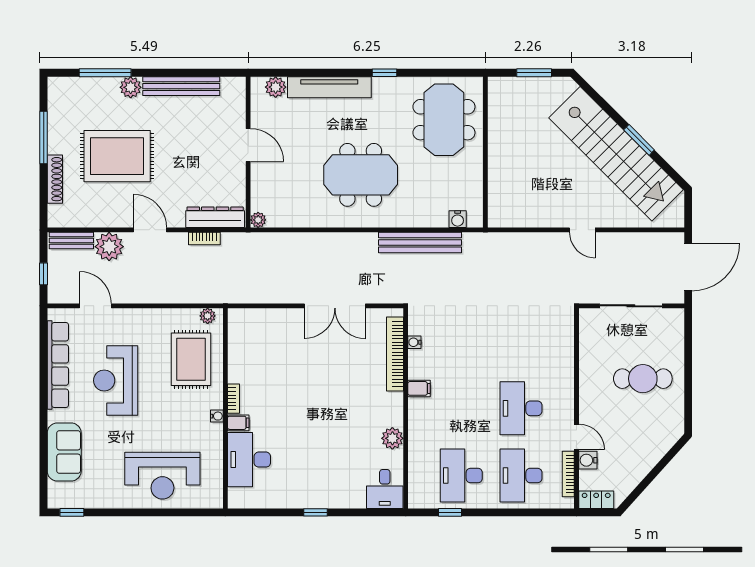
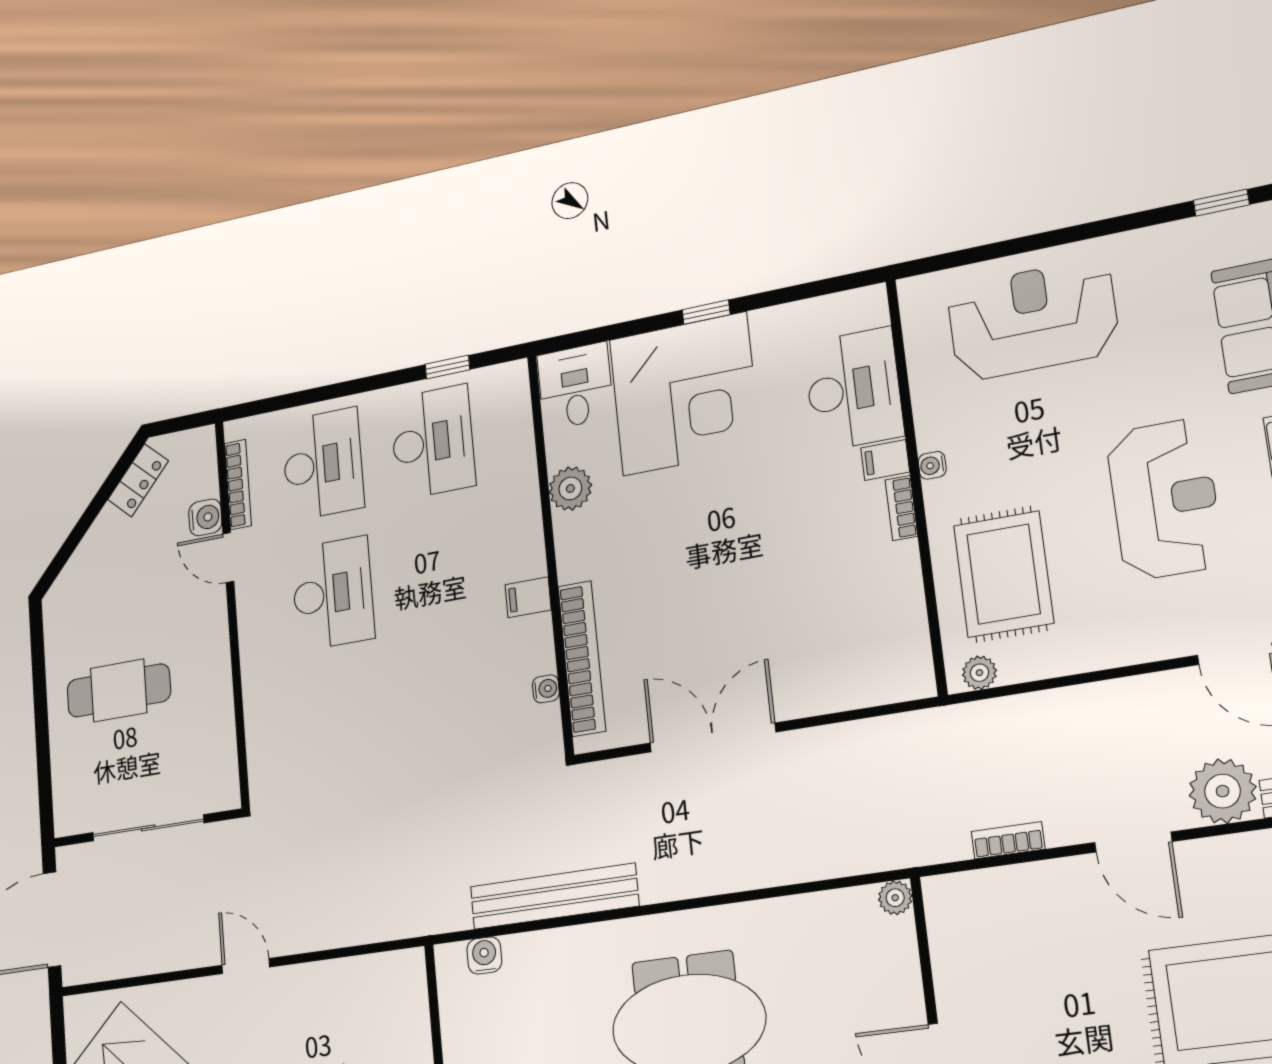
dresser: (215, 217) -> (990, 891), removed
corner desk: (331, 474) -> (685, 394), added
locker: (596, 500) -> (138, 480), moved, turned -48

